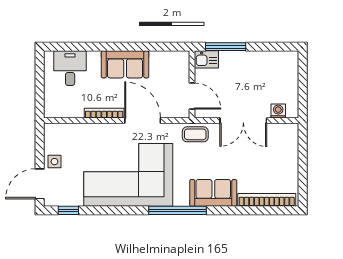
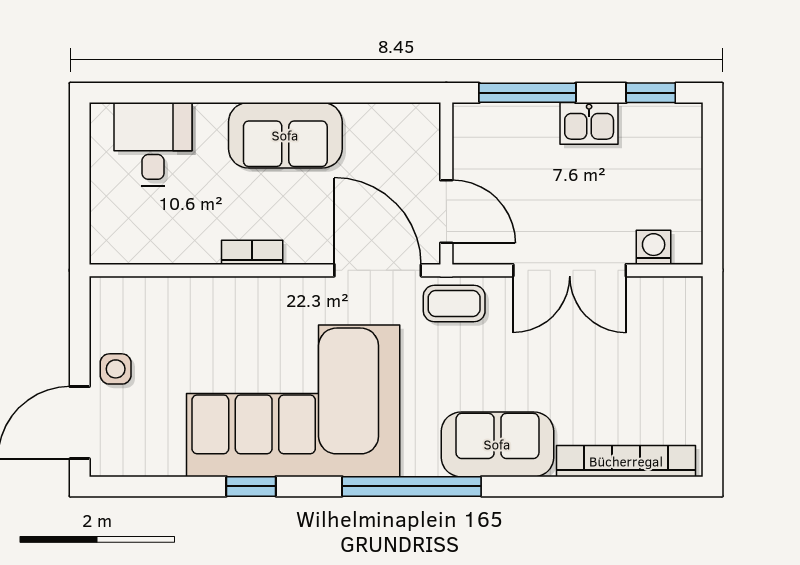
window: (277, 47) -> (651, 93), added
kitchen sink: (206, 59) -> (589, 123), moved
bookcase: (104, 113) -> (252, 252), width x0.64
door: (143, 121) -> (378, 270), moved
window: (68, 210) -> (251, 486), moved

